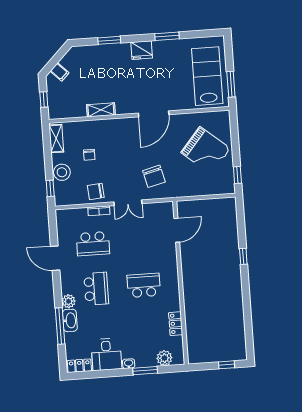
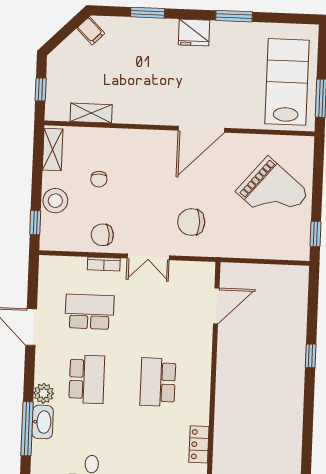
filing cabinet: (60, 72) -> (91, 31), moved
shelving: (101, 110) -> (91, 113), moved
chair: (154, 176) -> (191, 222), turned 104
school desk: (93, 244) -> (90, 312), turned 180
school desk: (144, 285) -> (158, 382), turned -90

